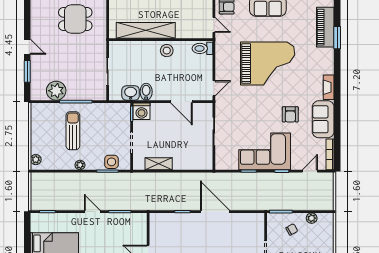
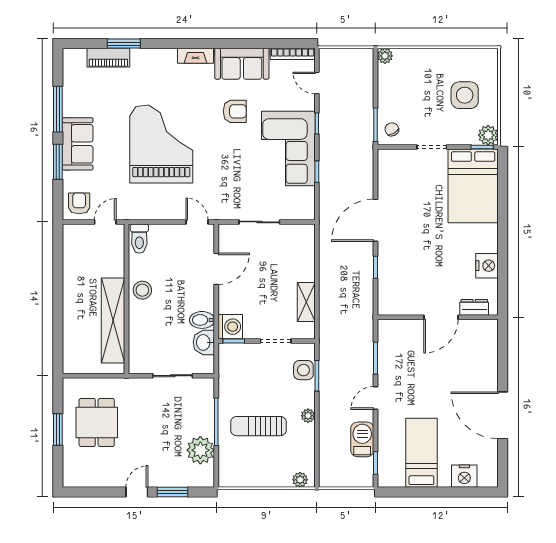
piano: (325, 27) -> (108, 58), width x0.73, depth x0.75
barbecue: (64, 202) -> (362, 439), added
plant: (312, 218) -> (385, 56), moved
chair: (292, 229) -> (392, 129), moved

